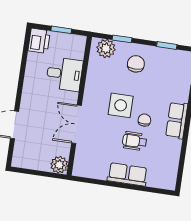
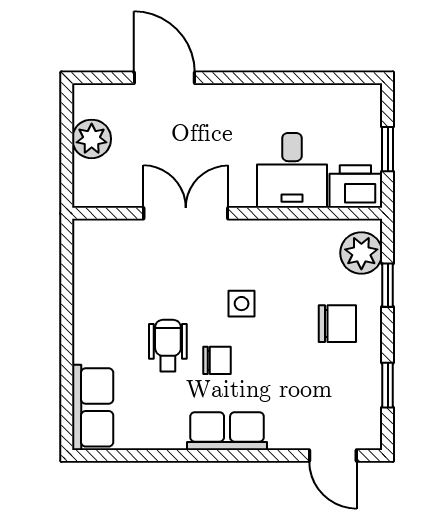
printer: (39, 41) -> (355, 186), moved, turned 180
side table: (121, 105) -> (242, 304), width x0.54, depth x0.54
plant: (59, 165) -> (92, 139), moved
row of seats: (127, 174) -> (93, 407), moved

